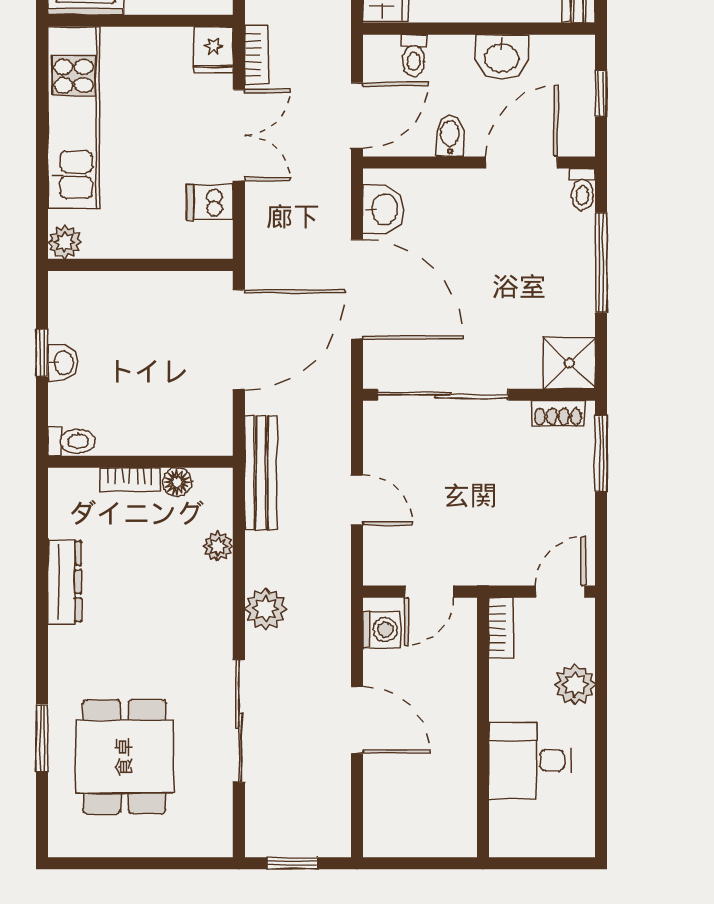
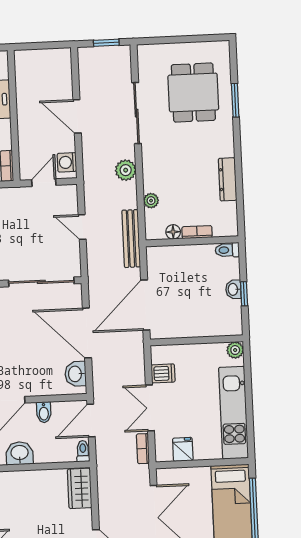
fridge: (213, 50) -> (183, 449), moved
toilet: (414, 55) -> (83, 451), moved

